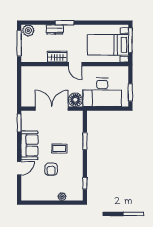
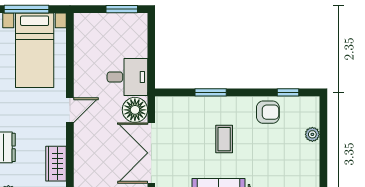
wardrobe: (57, 57) -> (56, 164), moved
desk: (102, 92) -> (127, 77), width x0.53, depth x0.77
armchair: (51, 169) -> (268, 112), moved

